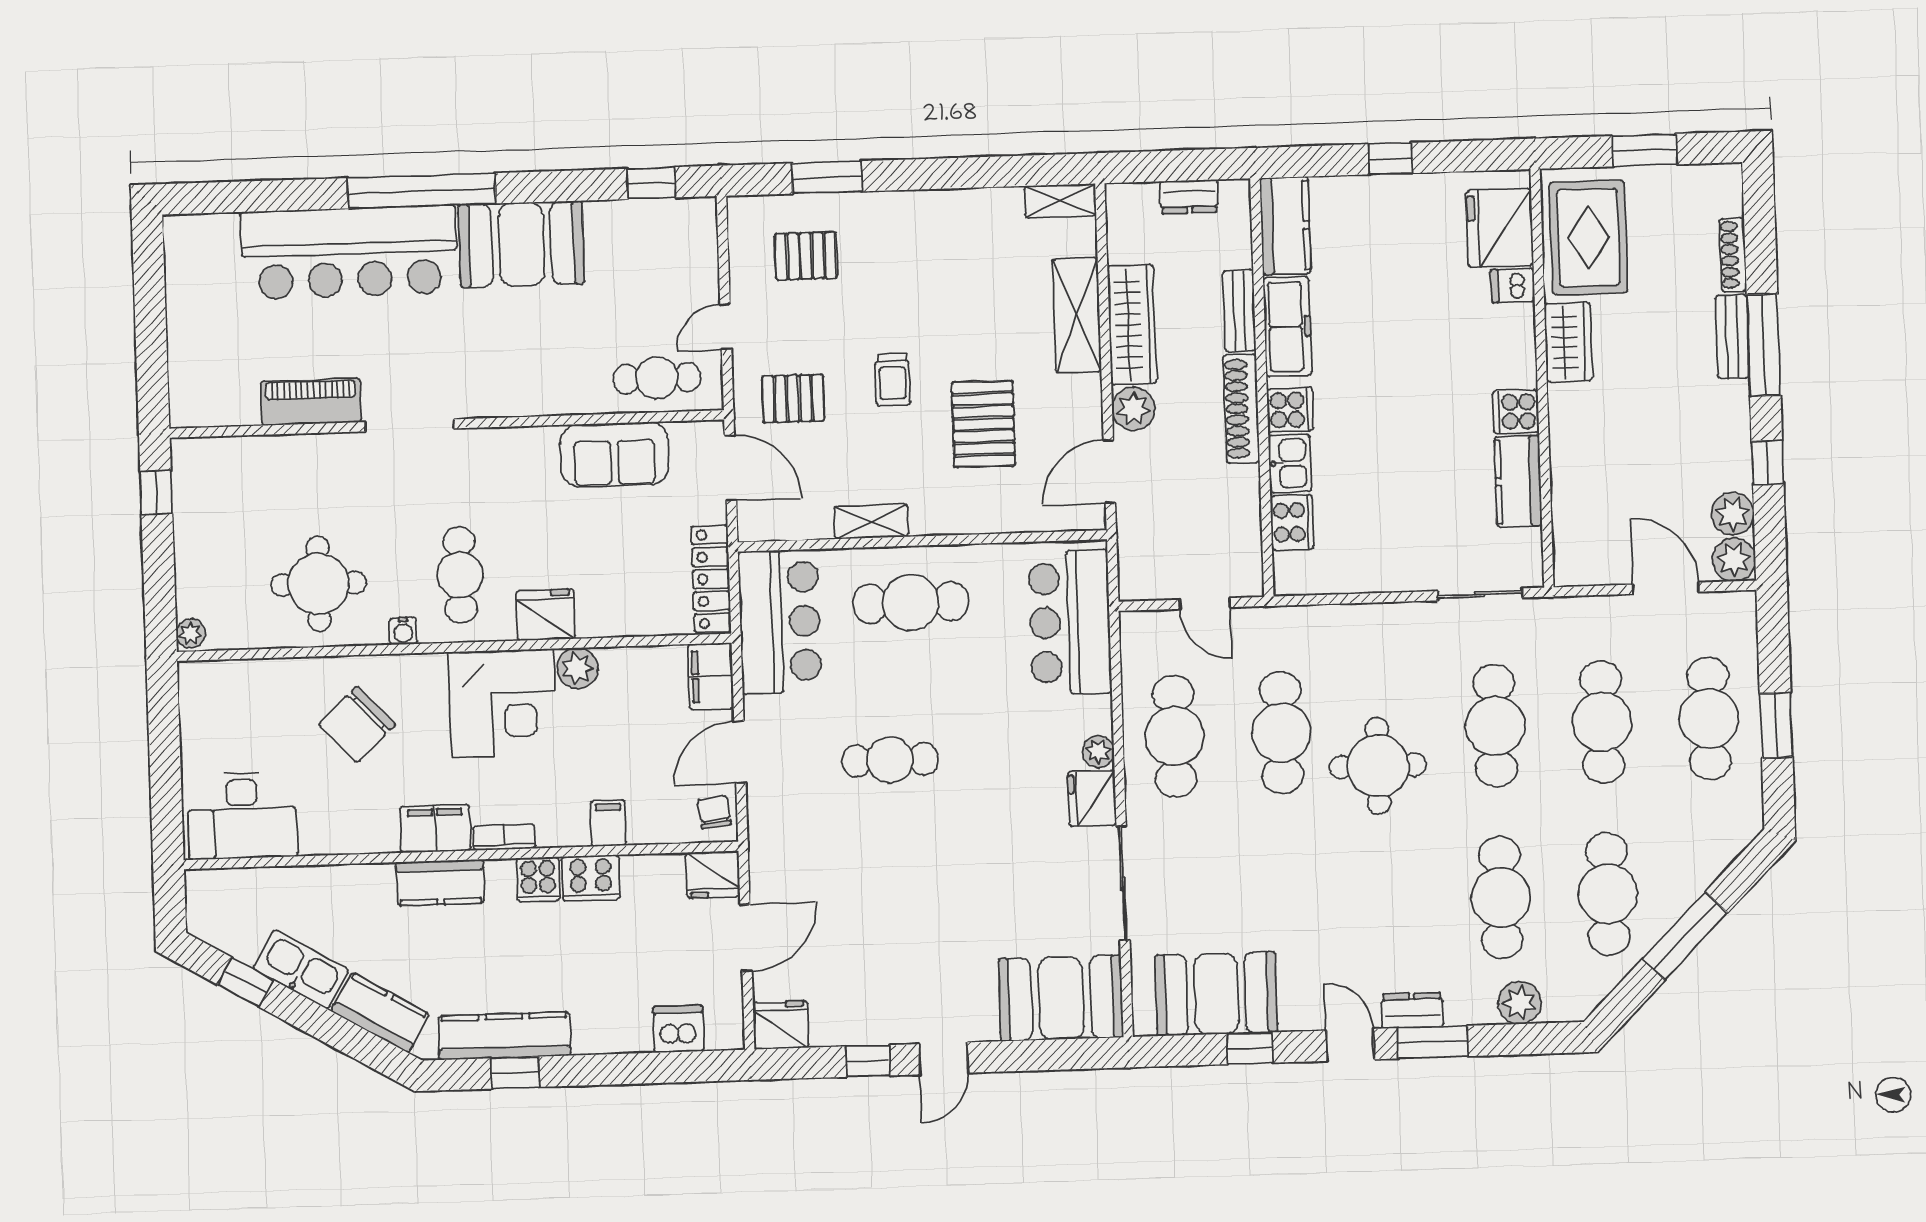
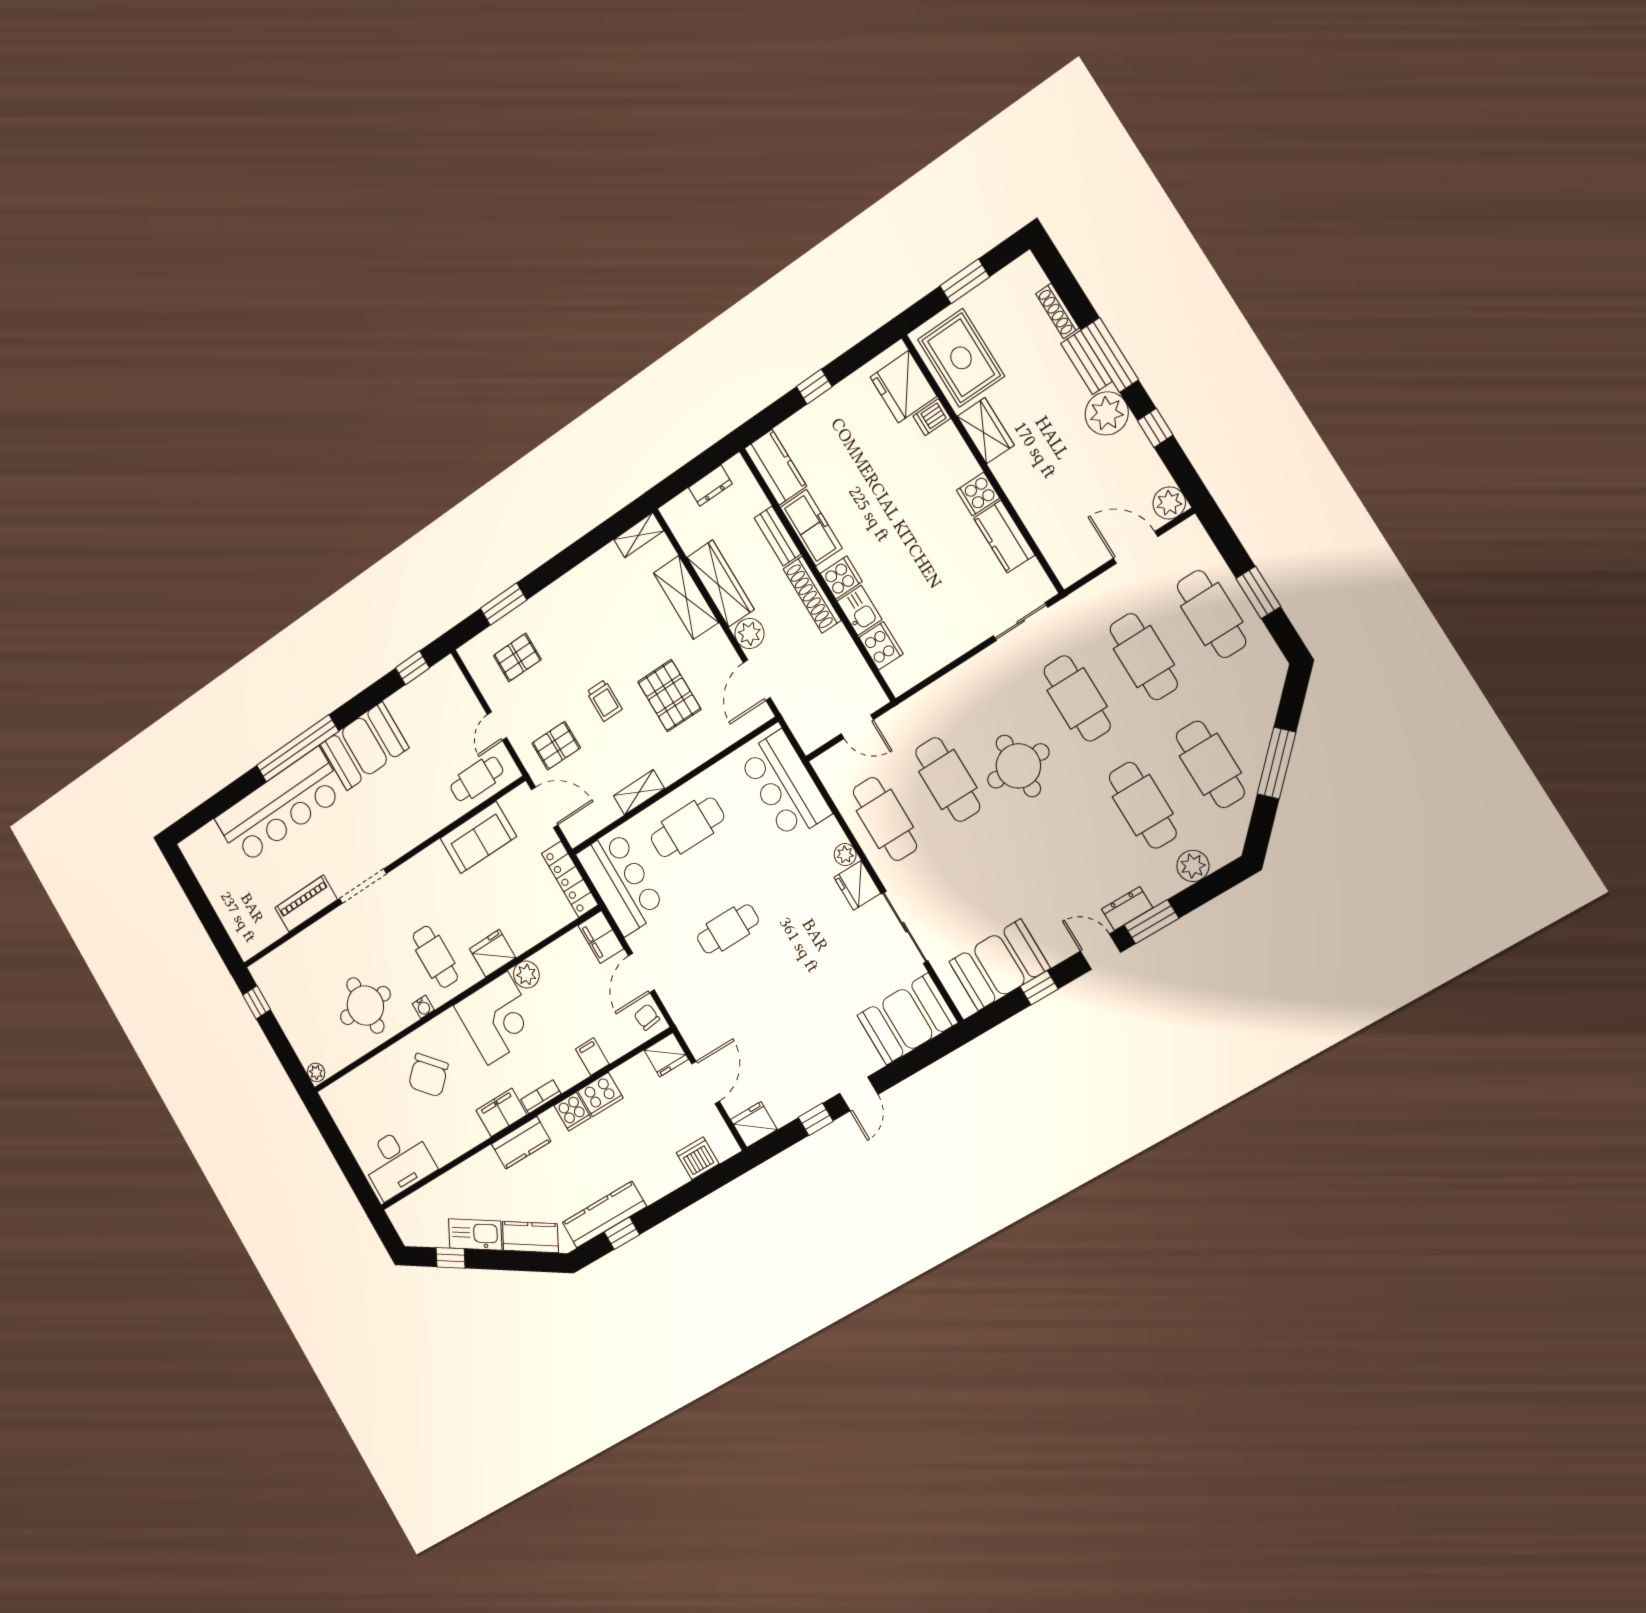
plant: (1733, 514) -> (1107, 413), moved, width x1.36, depth x1.36

